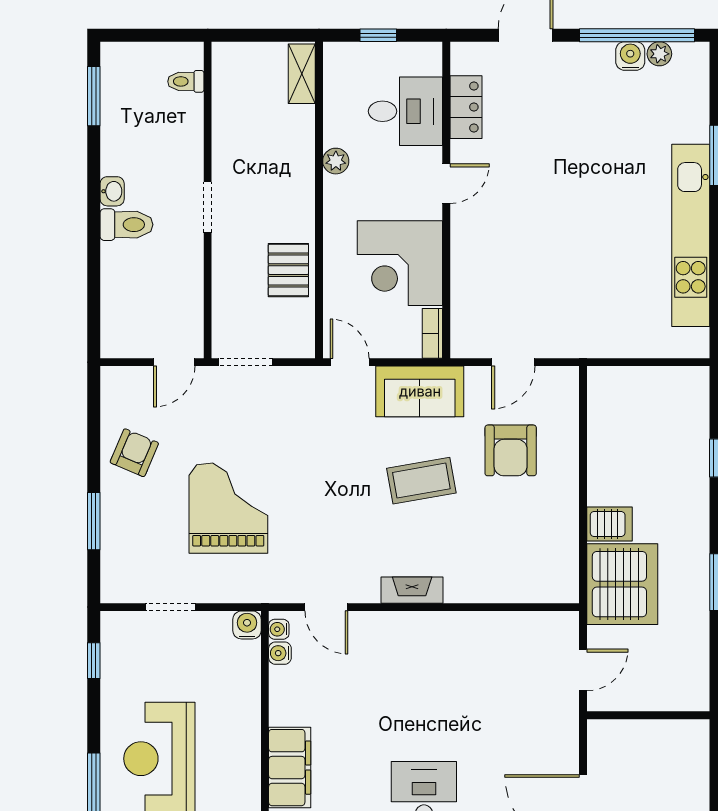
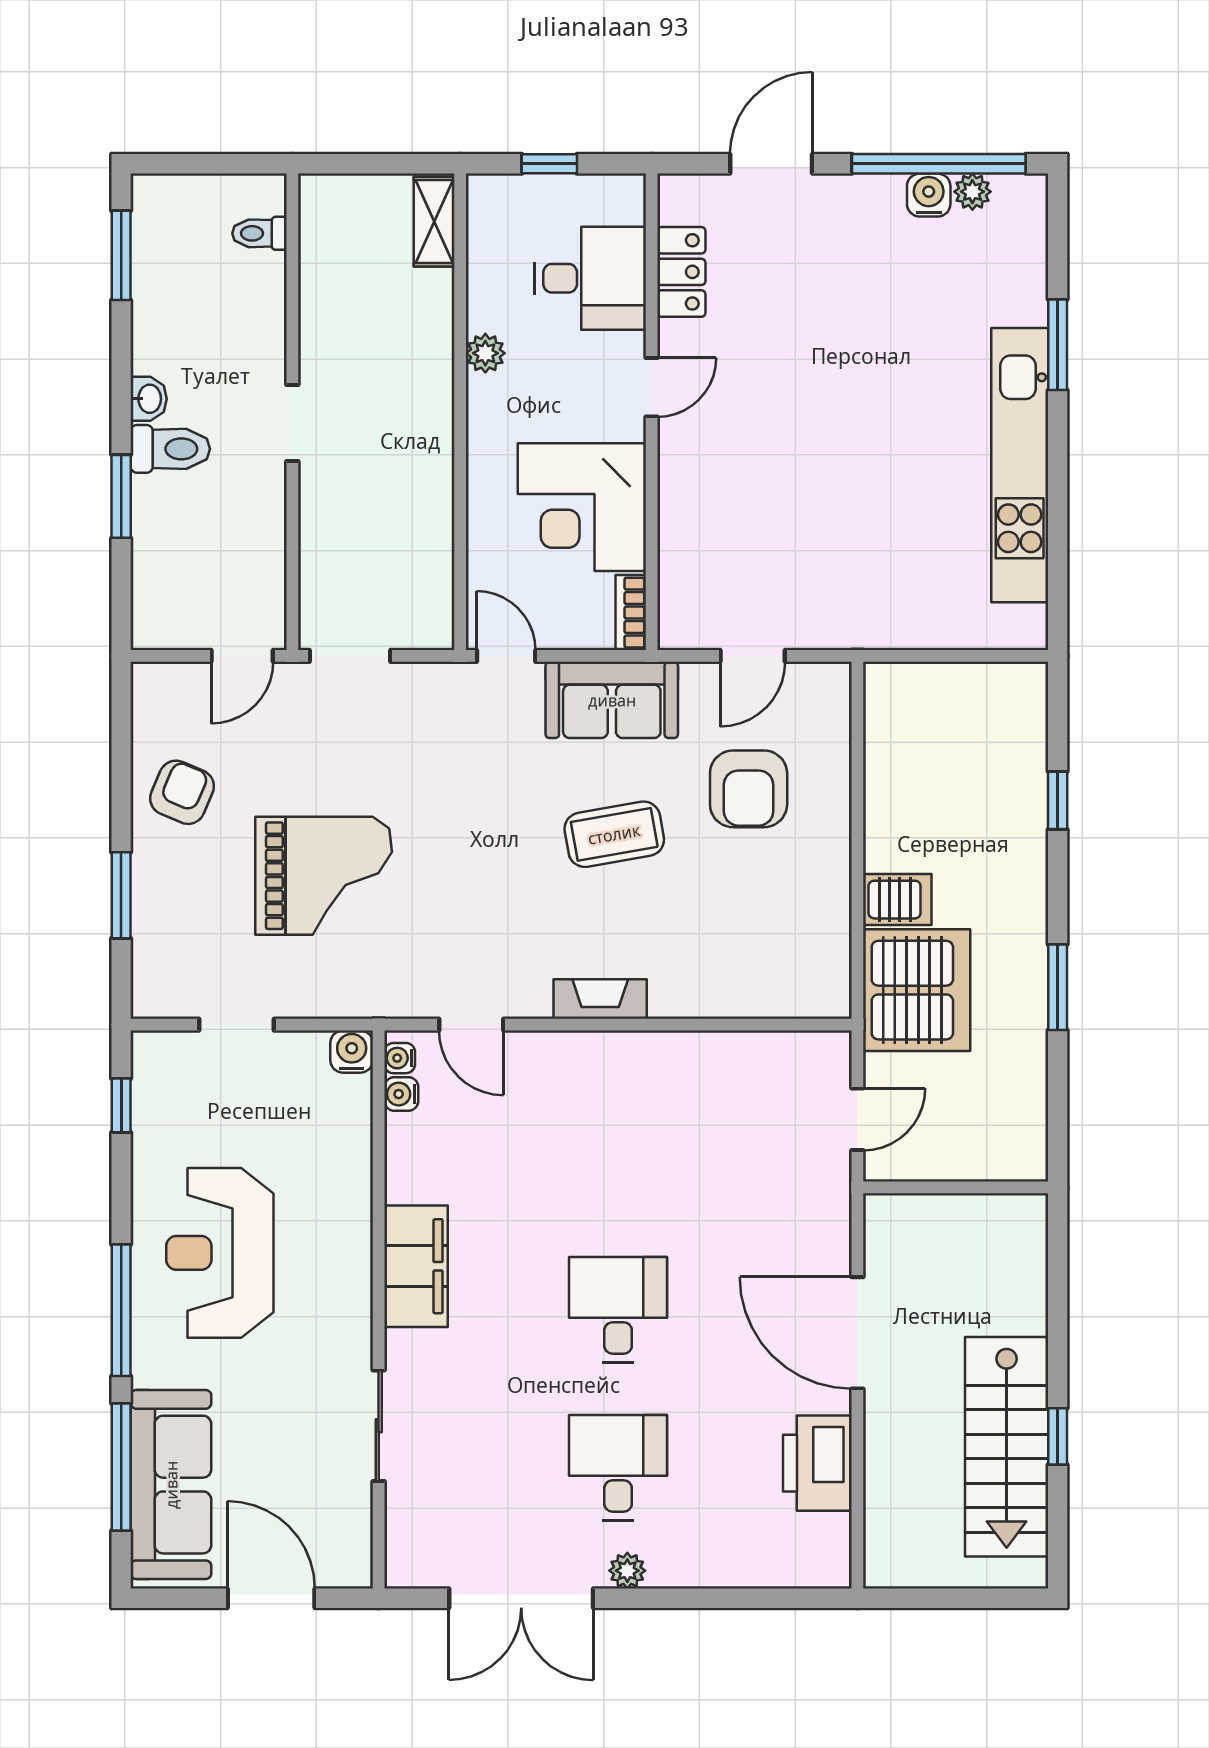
window: (94, 256) -> (121, 496), added
pallet: (288, 270) -> (414, 517), removed
grand piano: (228, 508) -> (324, 876), turned 90

